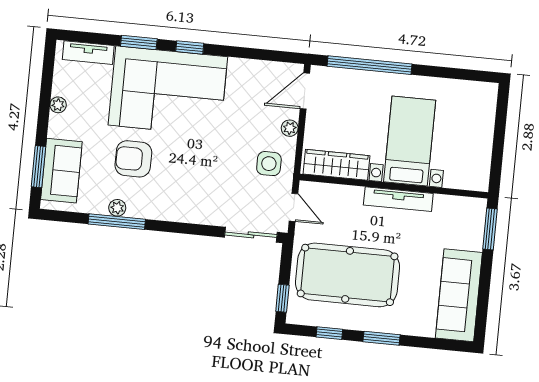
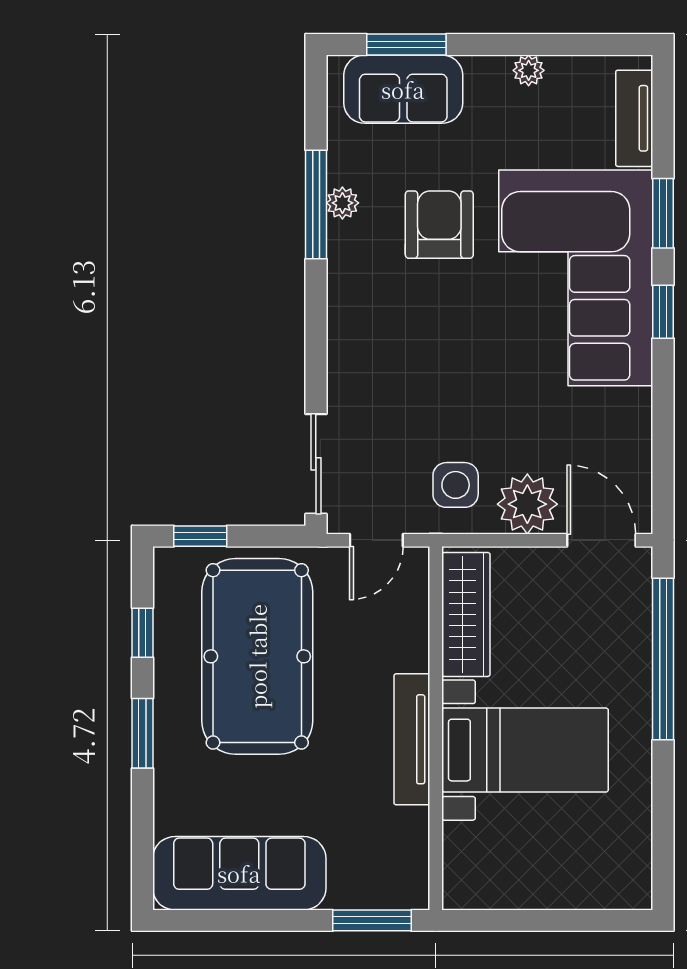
plant: (290, 128) -> (527, 504), width x1.87, depth x1.87

